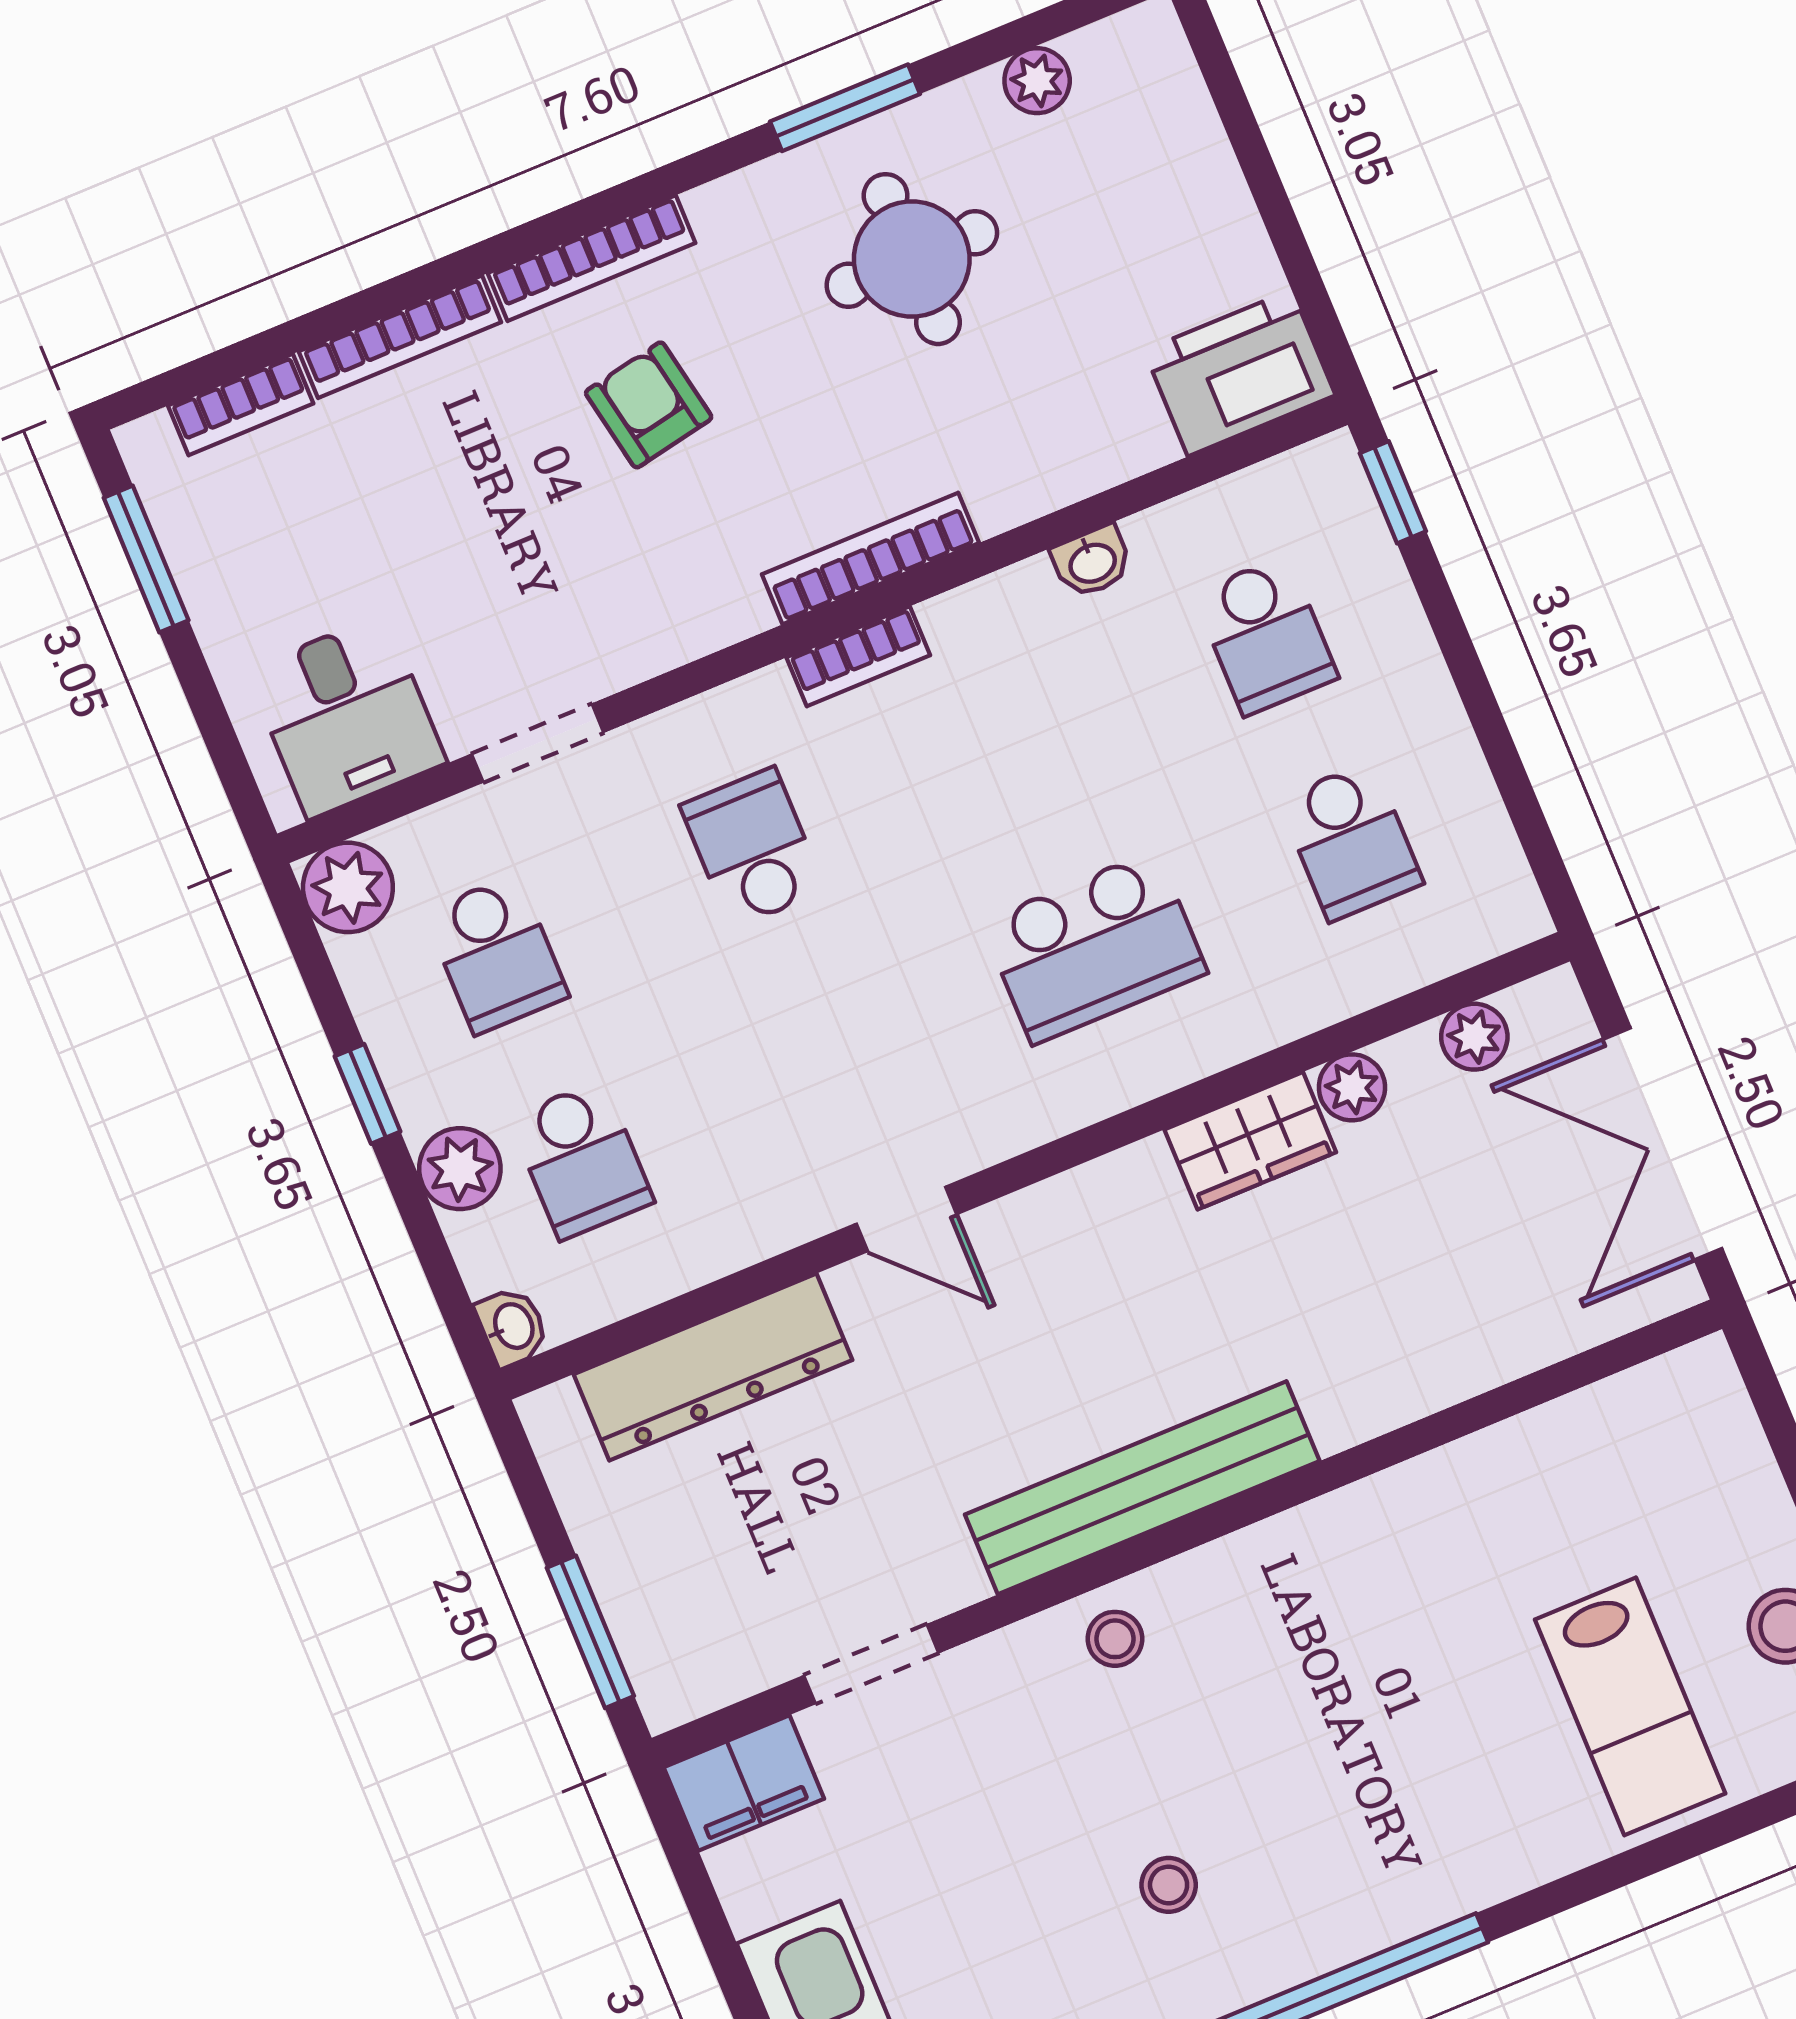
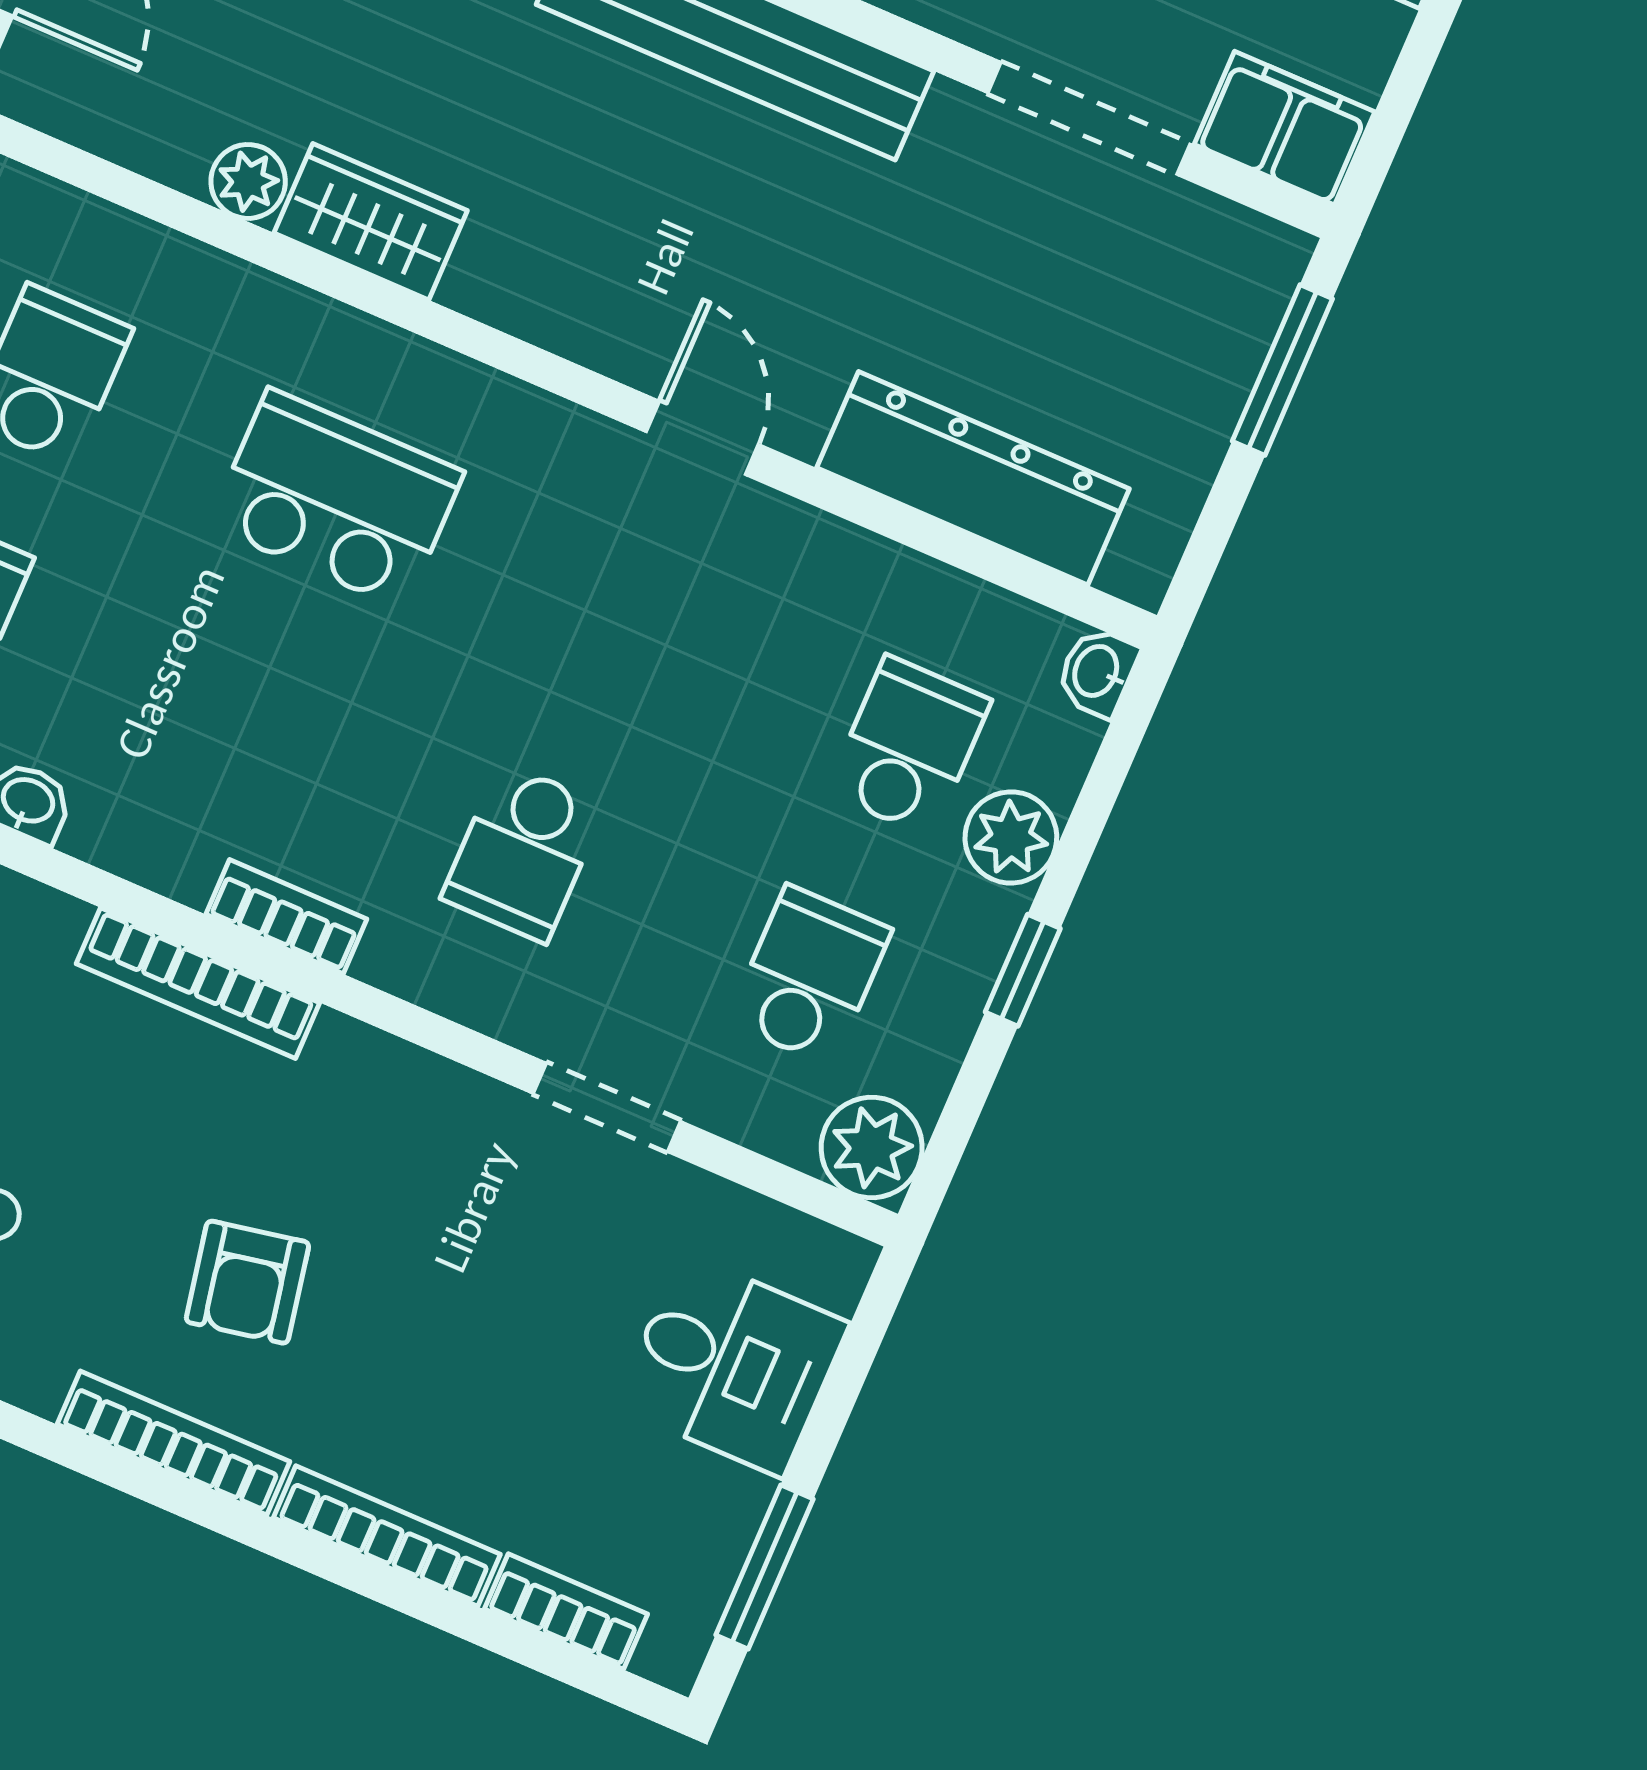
desk: (346, 716) -> (732, 1365), moved, turned 90
plant: (1474, 1037) -> (112, 122), removed
doorway: (871, 1664) -> (1089, 118), width x1.38

